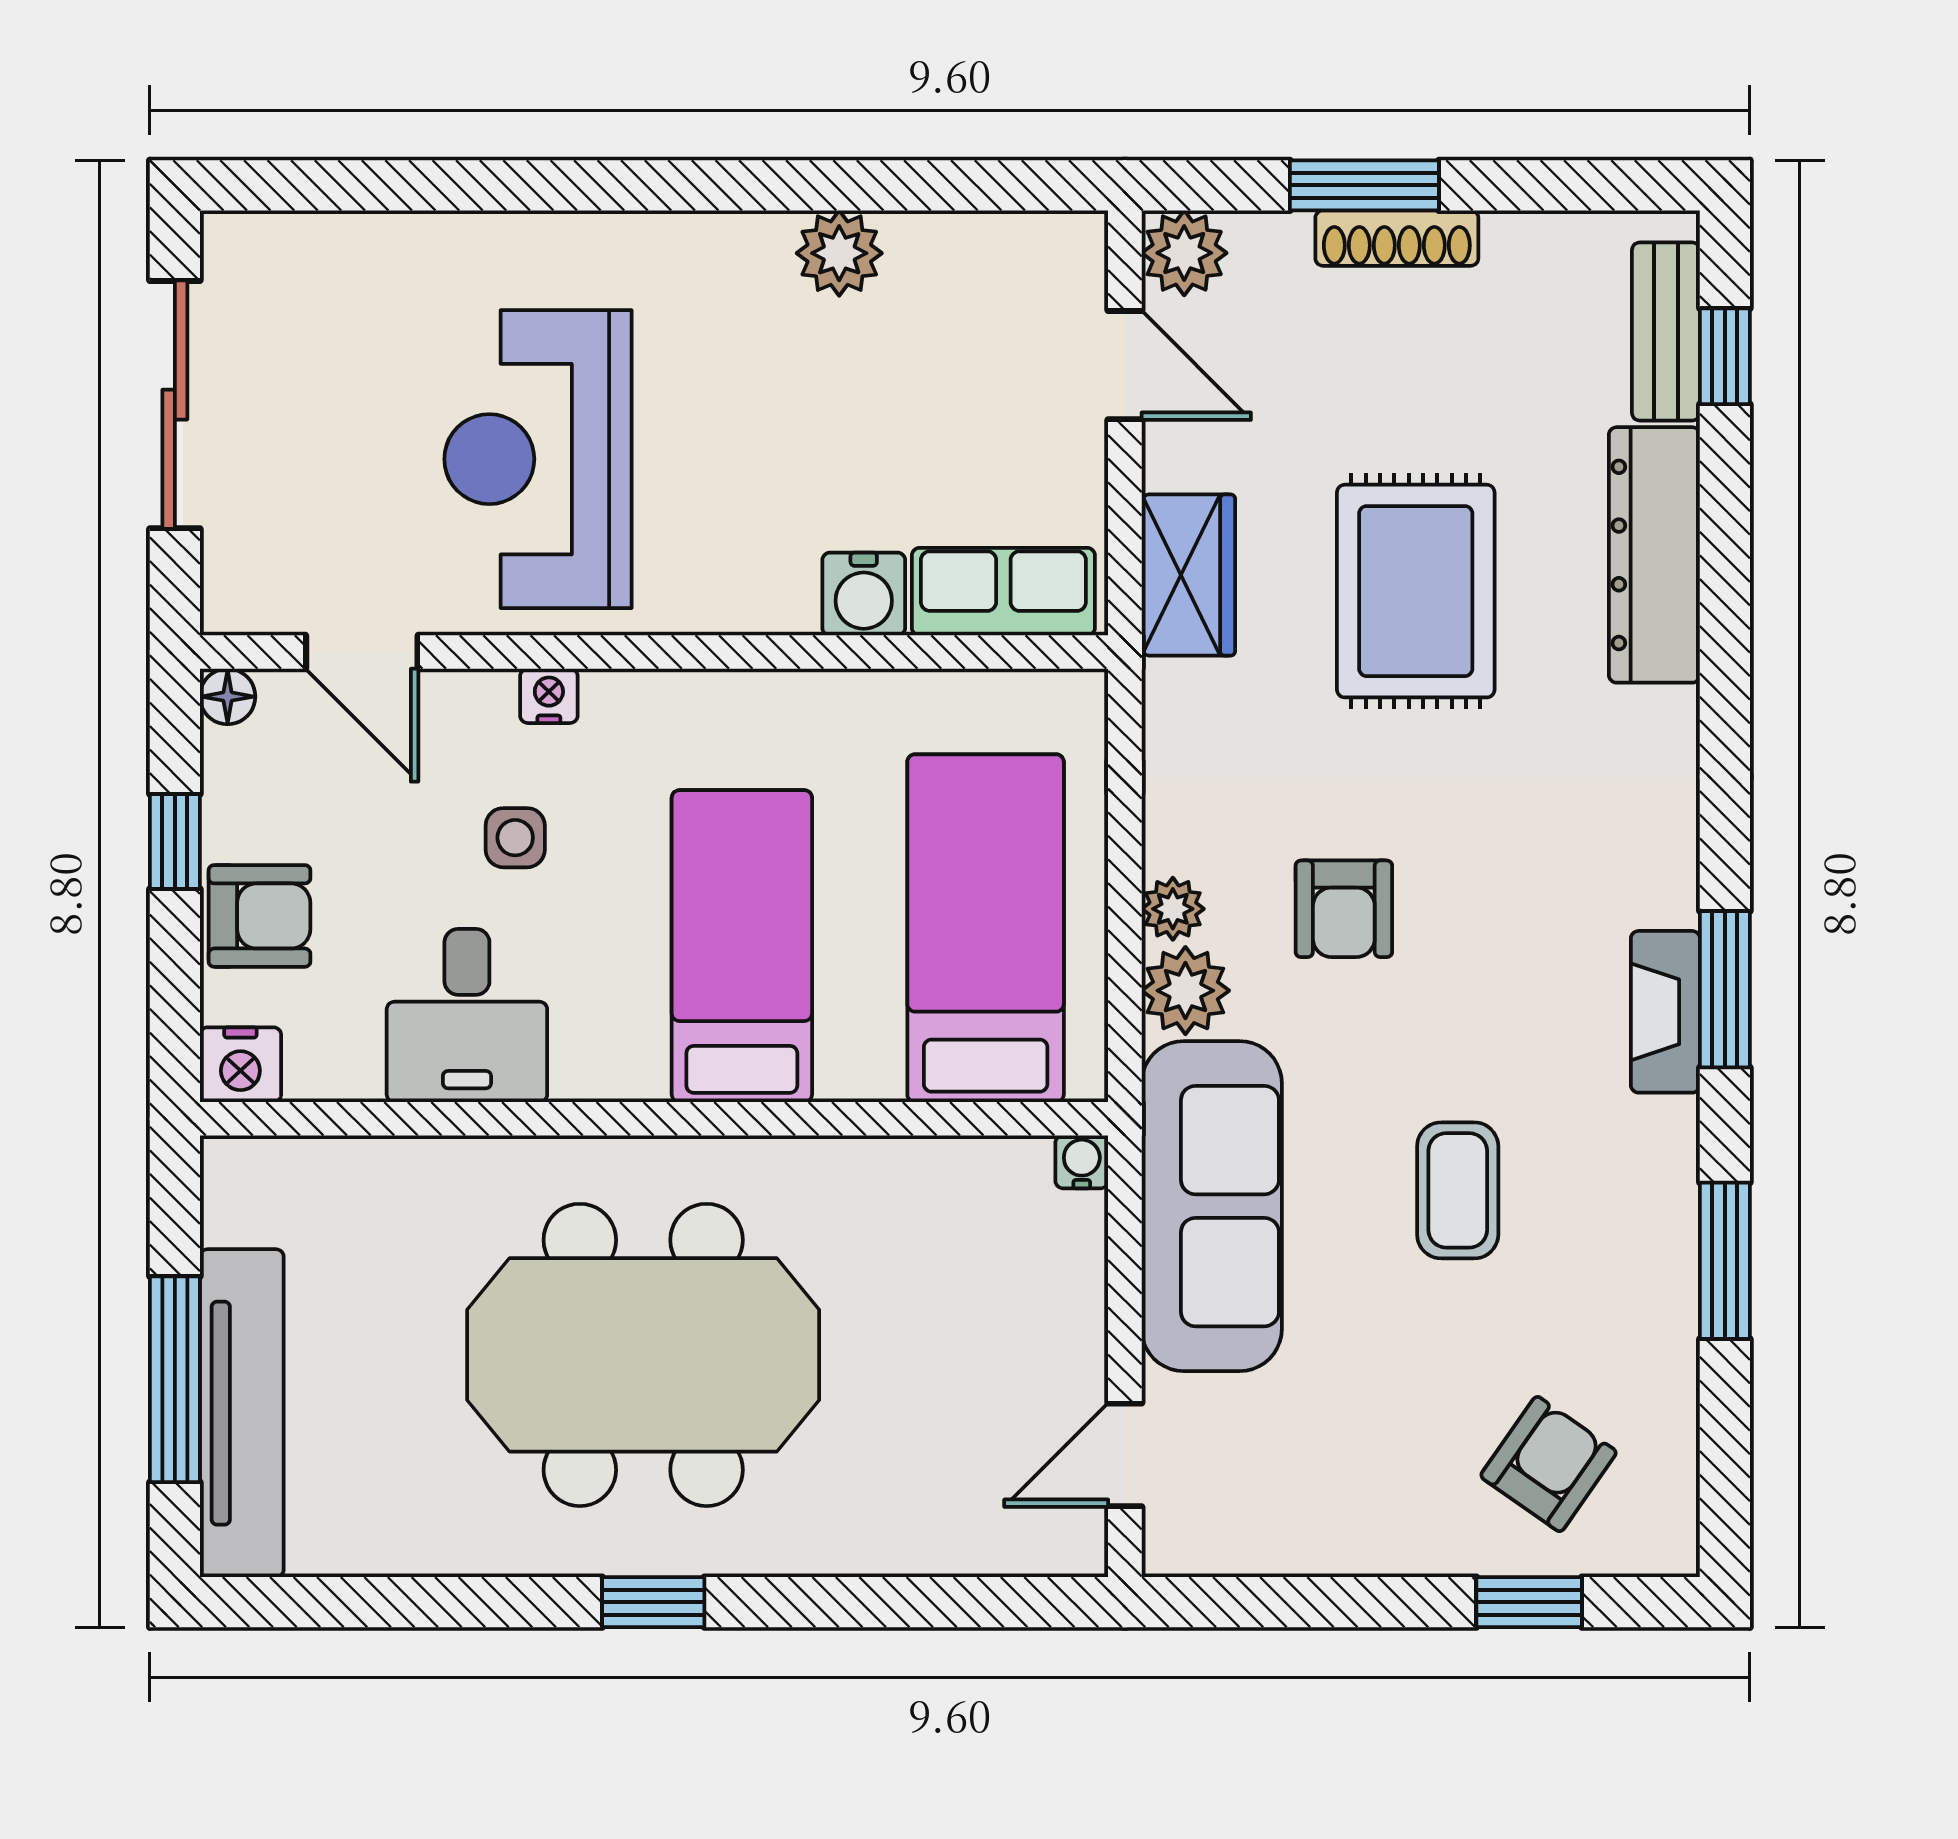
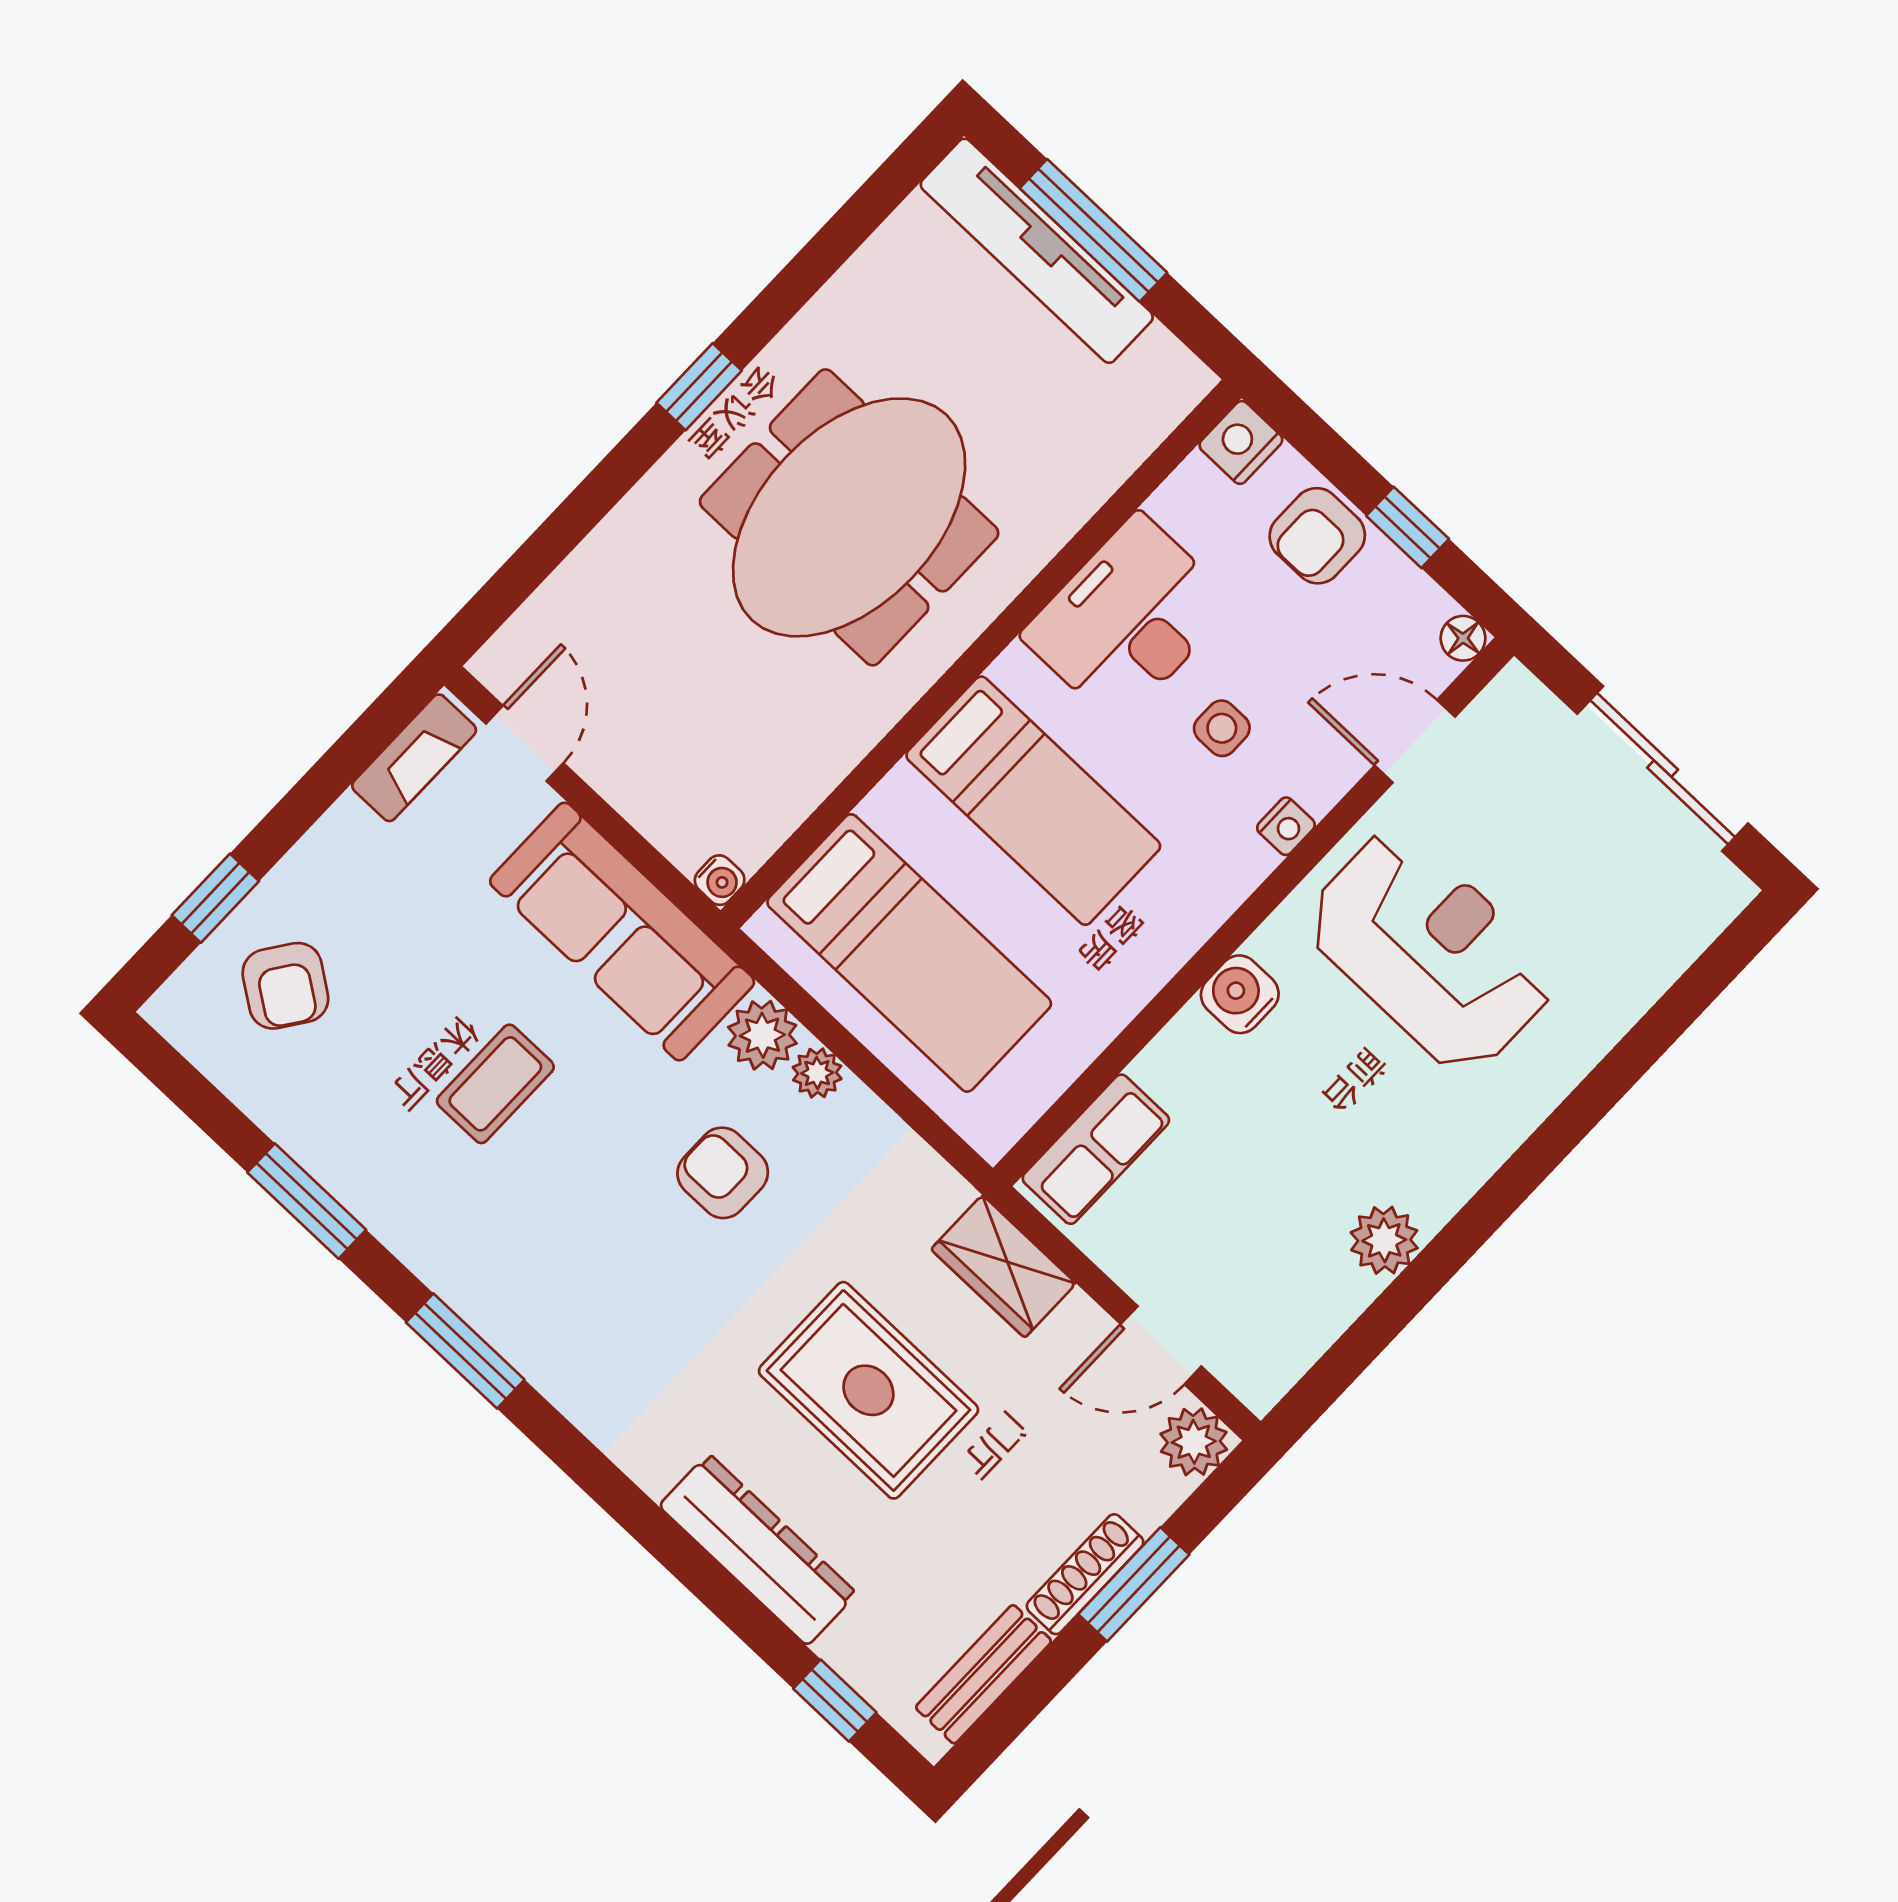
bench: (1666, 332) -> (984, 1674), moved, turned 90
water cooler: (864, 594) -> (1240, 994), moved
fireplace: (1665, 1012) -> (414, 758), moved, turned 90
desk: (467, 1016) -> (1128, 619), width x1.37
coffee table: (1458, 1190) -> (495, 1084), turned 90

